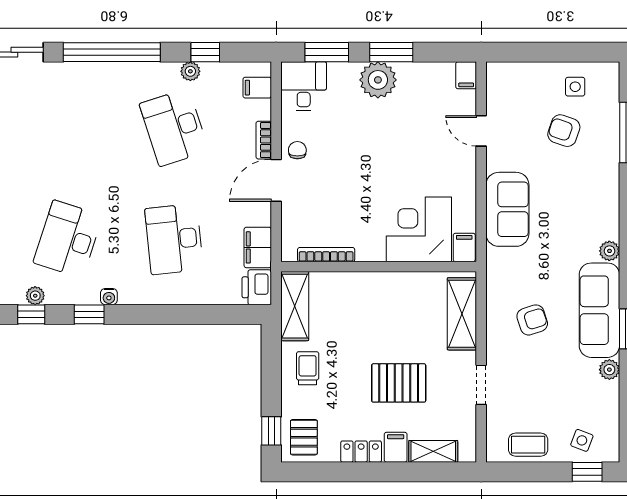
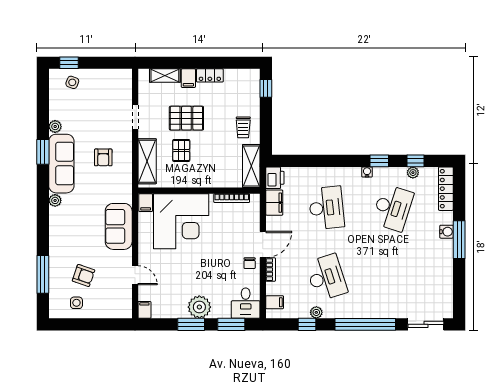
corner desk: (419, 229) -> (181, 221), width x1.36, depth x1.36
armchair: (532, 320) -> (103, 157), turned -72
pallet: (304, 437) -> (181, 150), moved
coffee table: (528, 445) -> (106, 80), removed

